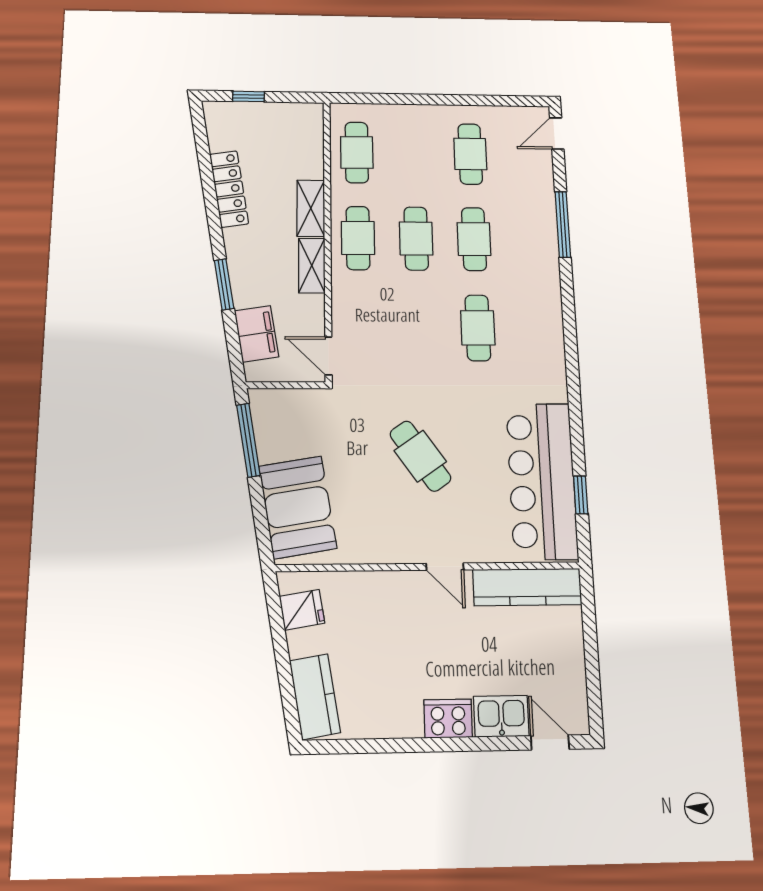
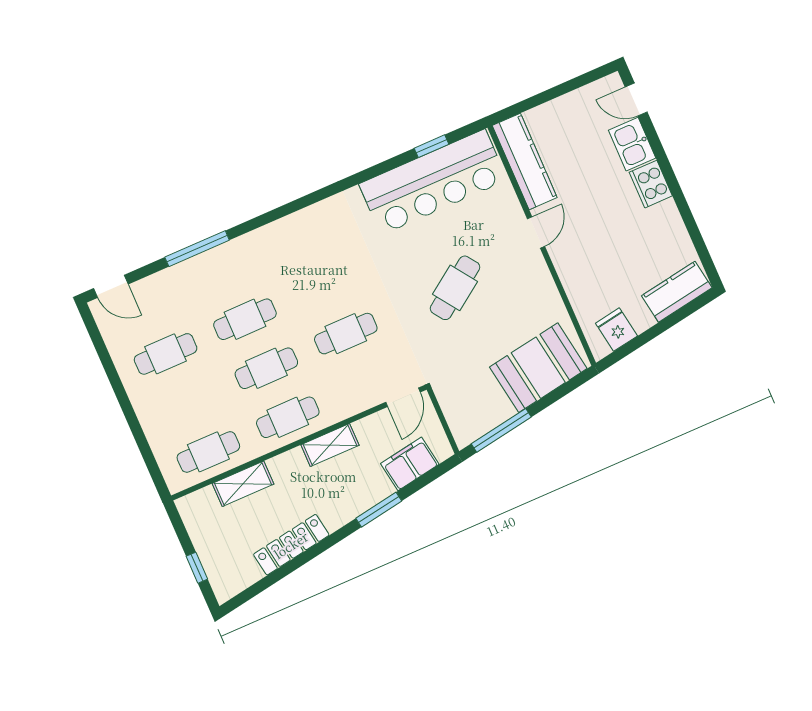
shelving: (311, 208) -> (243, 484), moved
cafe table: (478, 328) -> (346, 334), moved
door: (550, 742) -> (636, 100), hinge flipped

